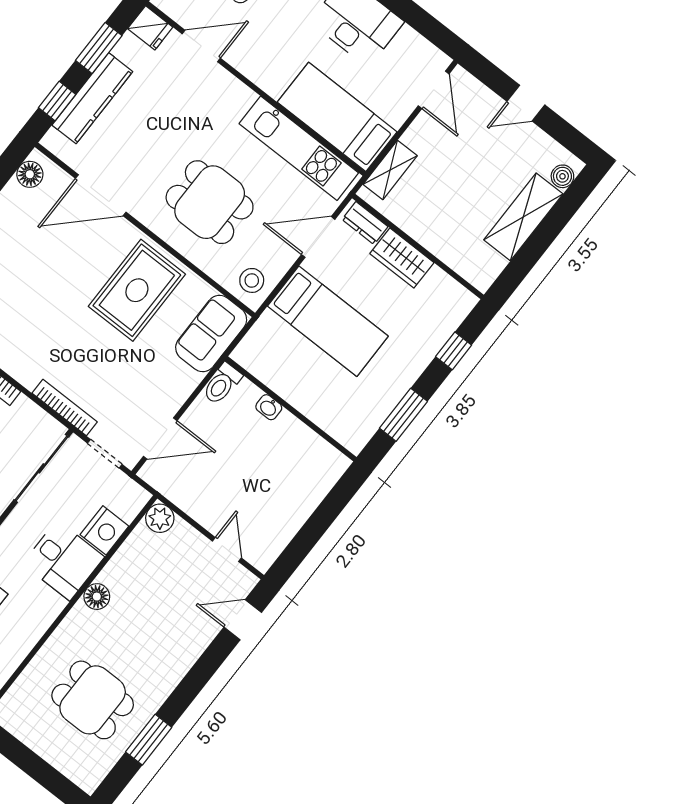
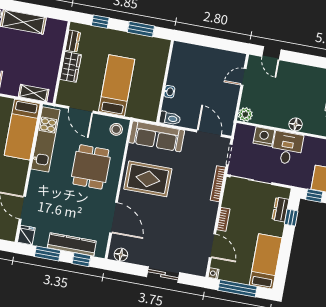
dresser: (365, 223) -> (73, 41), moved
sofa: (211, 334) -> (157, 136), width x1.36

